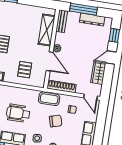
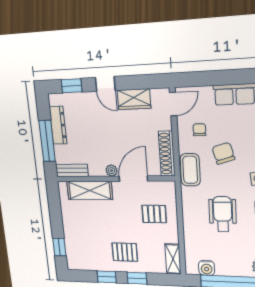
wheelchair: (18, 113) -> (223, 214), turned 180

